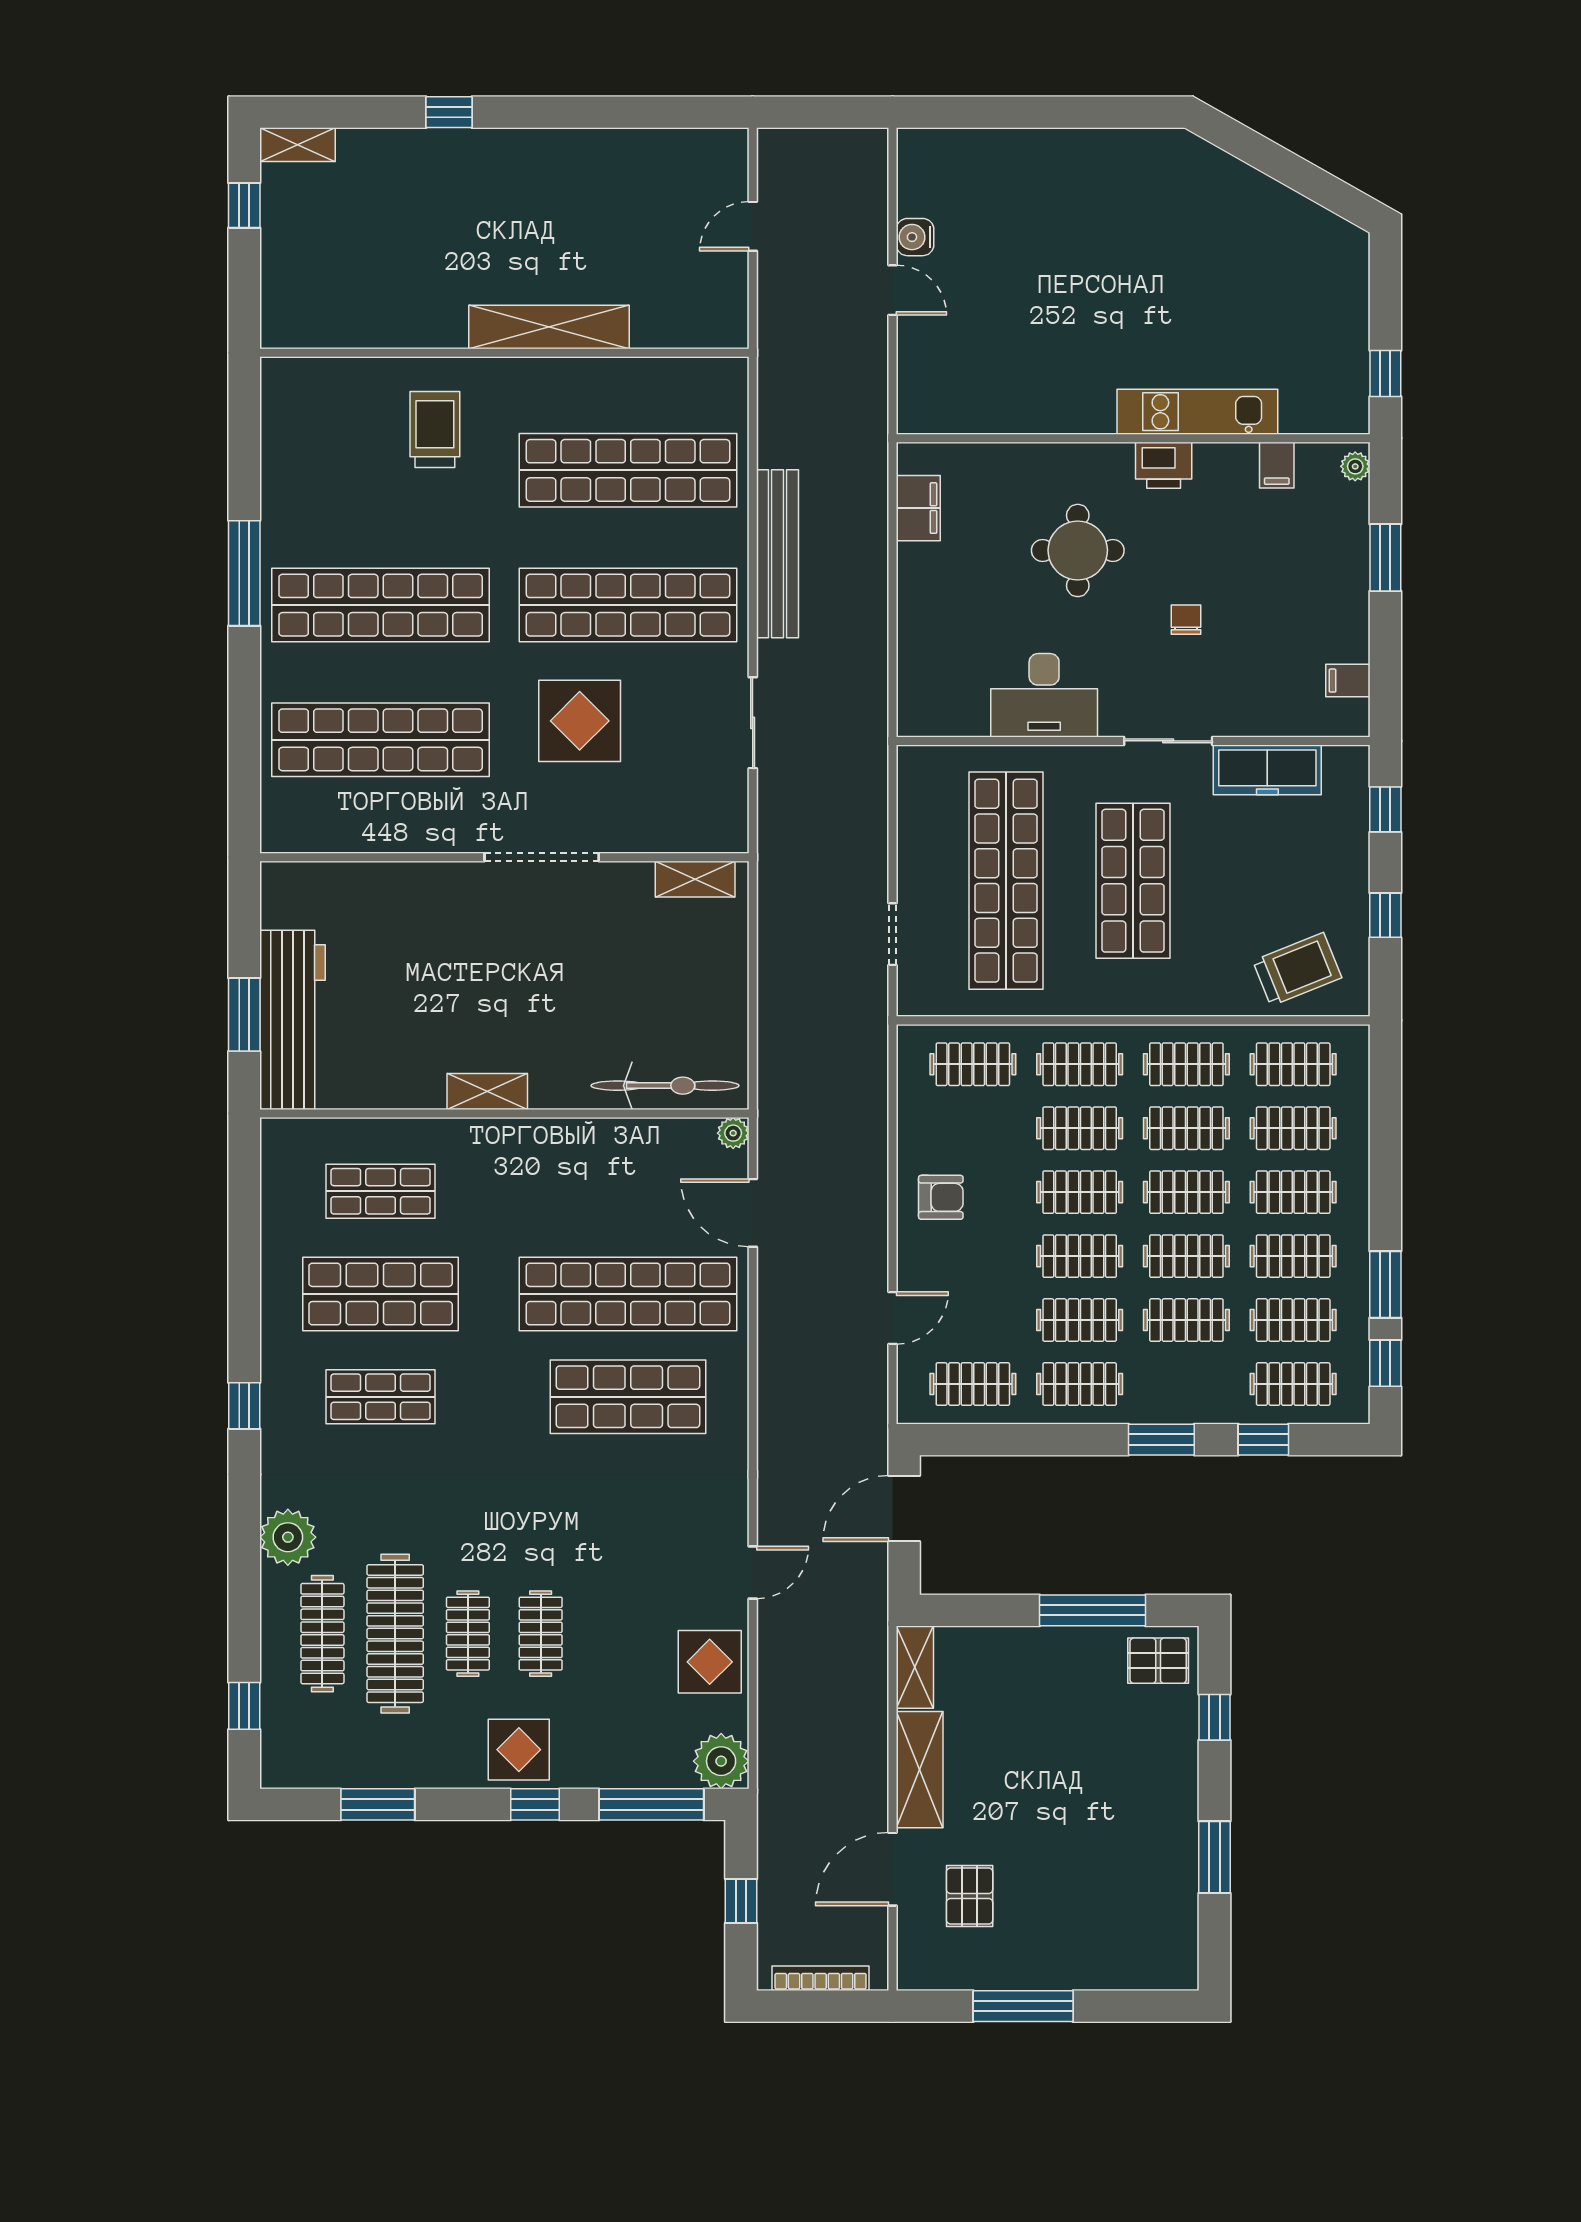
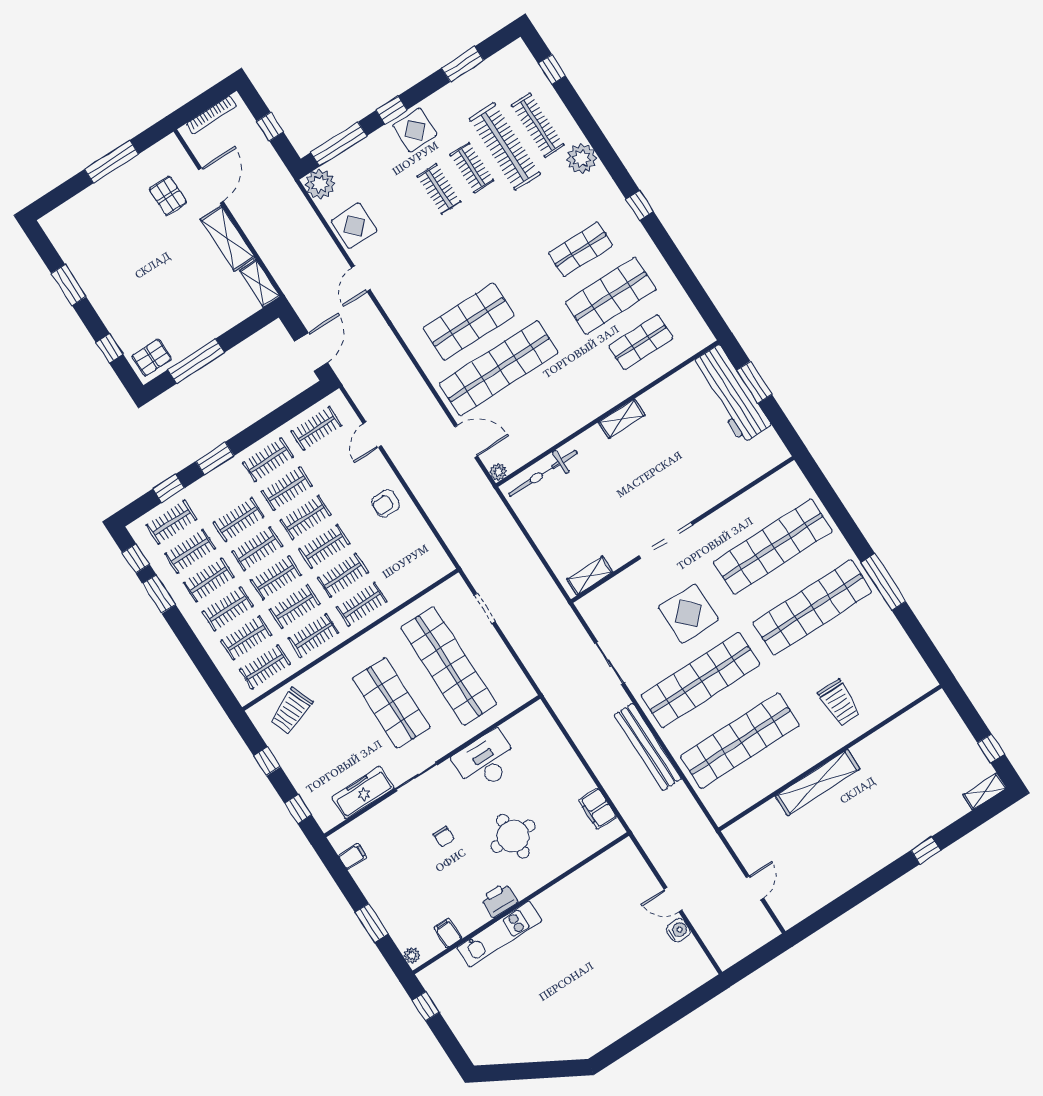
clothes rail: (973, 1064) -> (410, 573), removed

